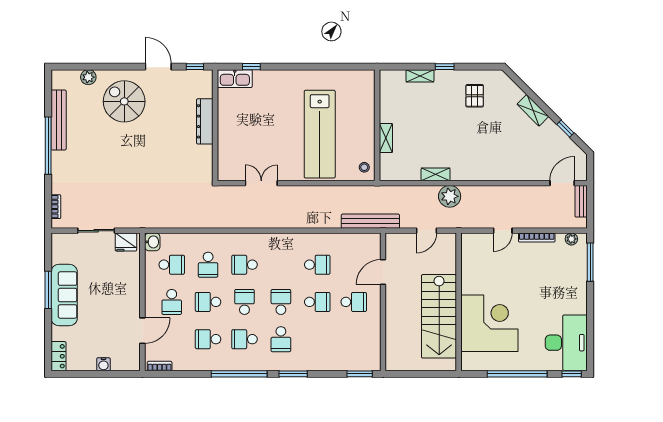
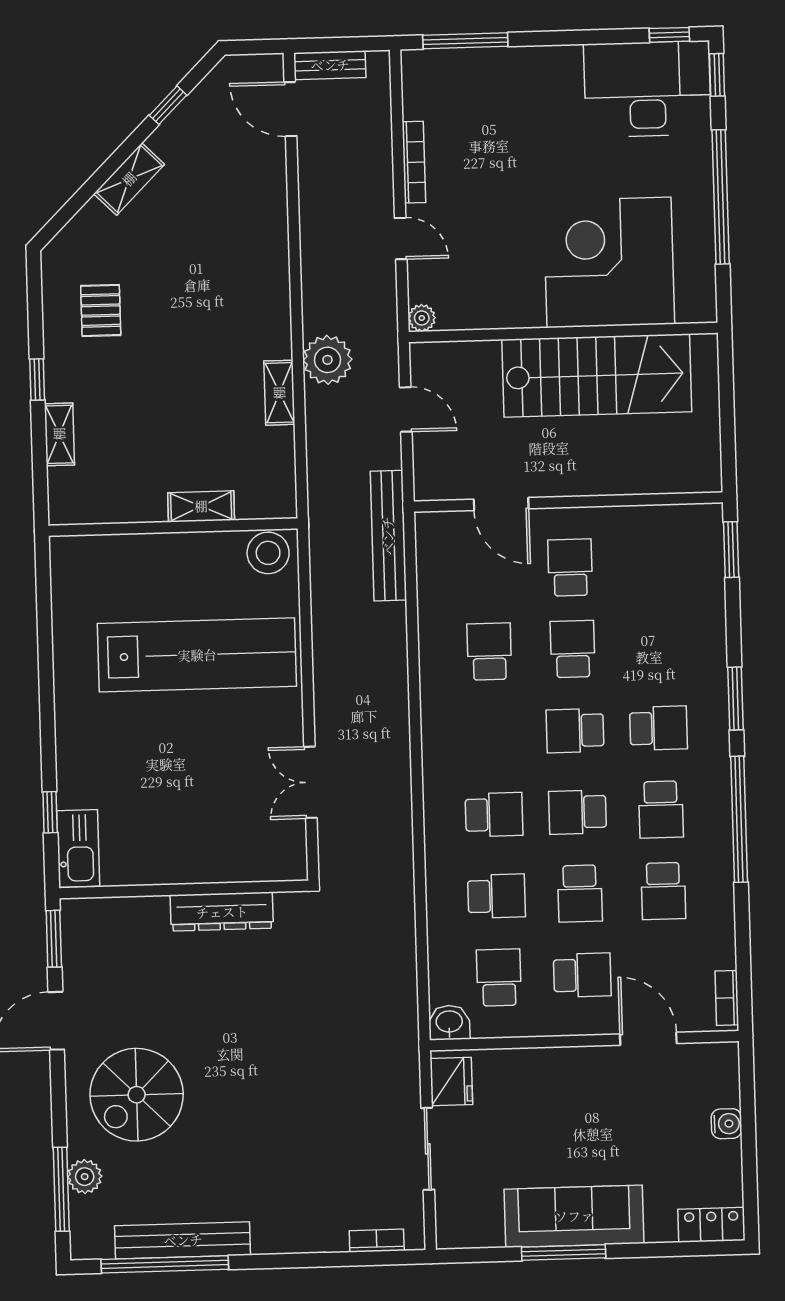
window: (83, 67) -> (61, 1189), added
window: (195, 67) -> (54, 939), width x1.50
pallet: (475, 96) -> (101, 310), turned 90
dresser: (205, 121) -> (222, 912), moved
window: (48, 146) -> (165, 1264), moved
stool: (364, 167) -> (268, 553), width x1.89, depth x1.89
plant: (571, 239) -> (422, 318), moved
school desk: (244, 265) -> (494, 815), turned -90
window: (590, 353) -> (669, 35), added

